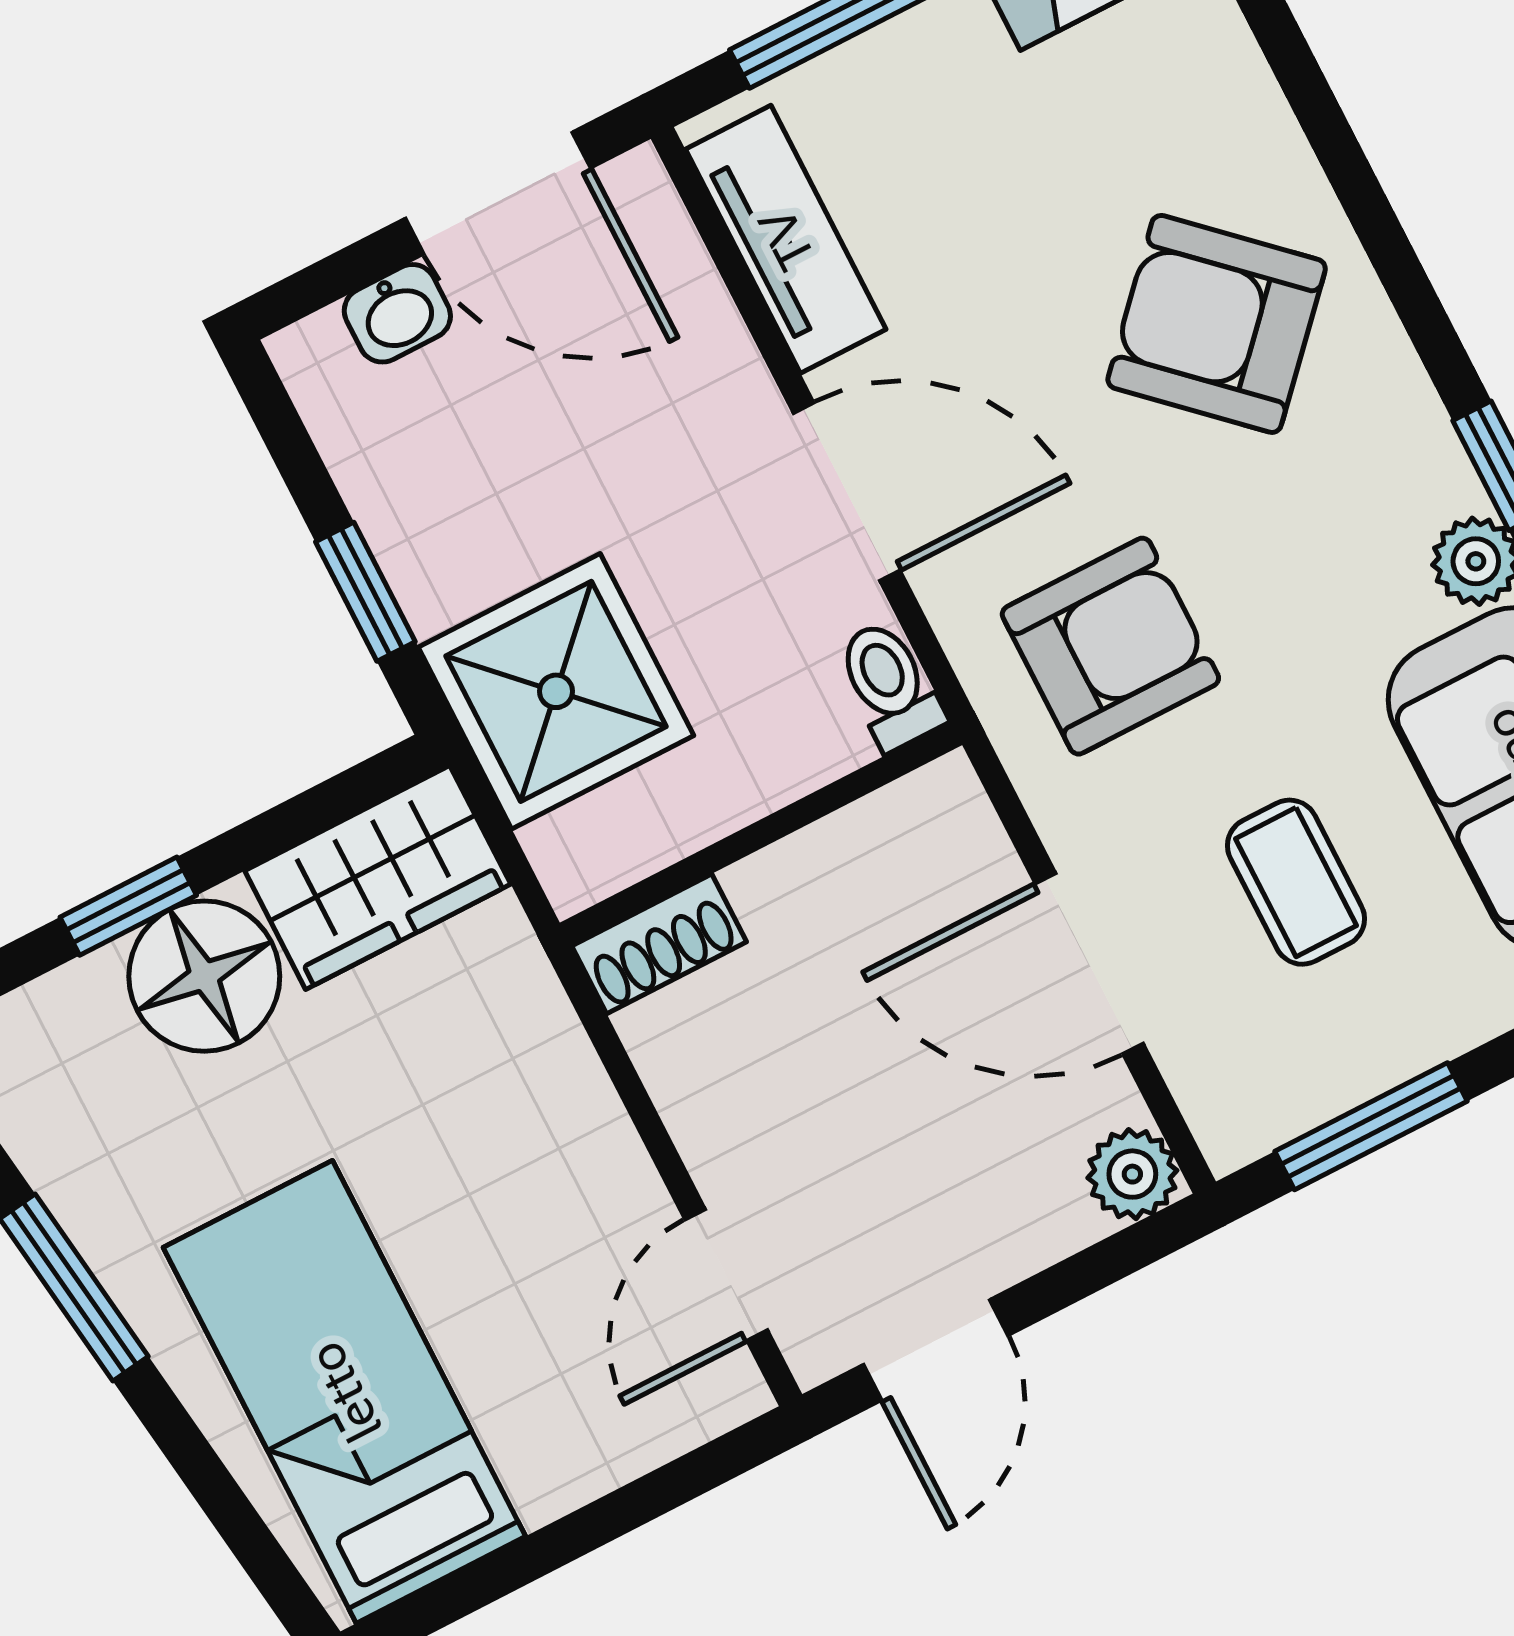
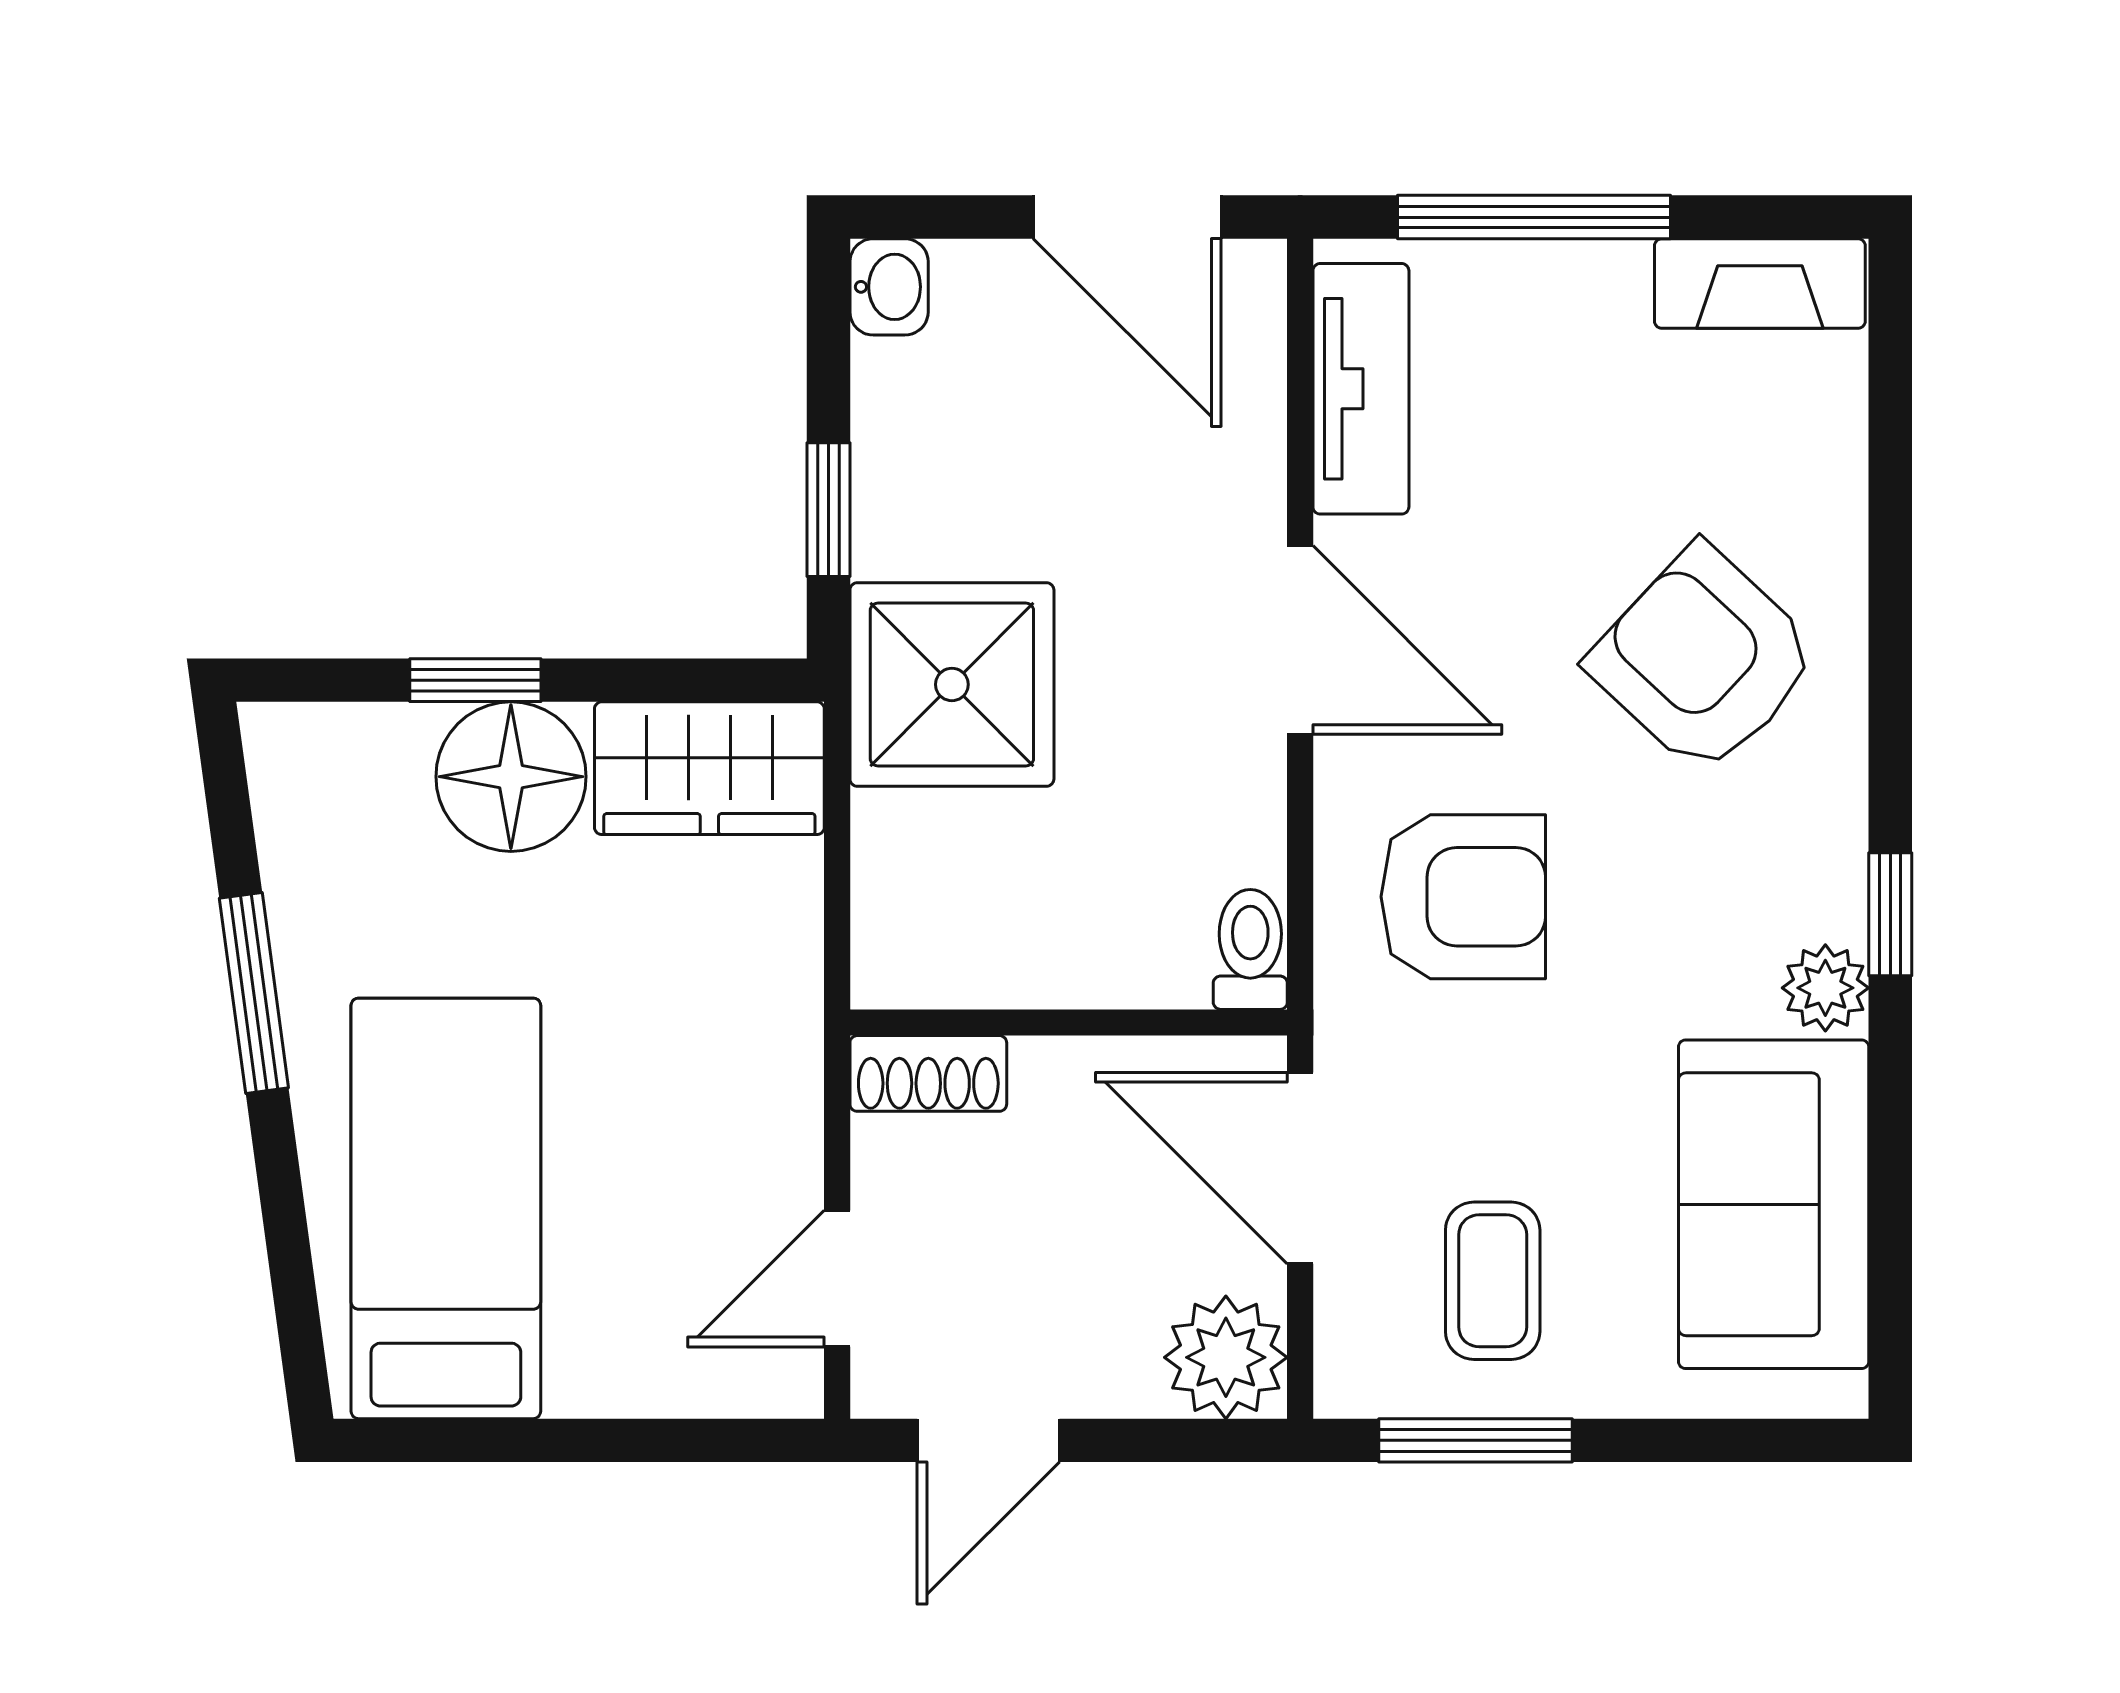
washbasin: (397, 313) -> (889, 287), moved, turned -90
toilet: (890, 685) -> (1250, 949), moved
wall: (761, 834) -> (1069, 1022), moved
coffee table: (1296, 882) -> (1493, 1281), moved
shoe rack: (659, 944) -> (928, 1073), moved
plant: (1132, 1174) -> (1226, 1357), width x1.38, depth x1.38

